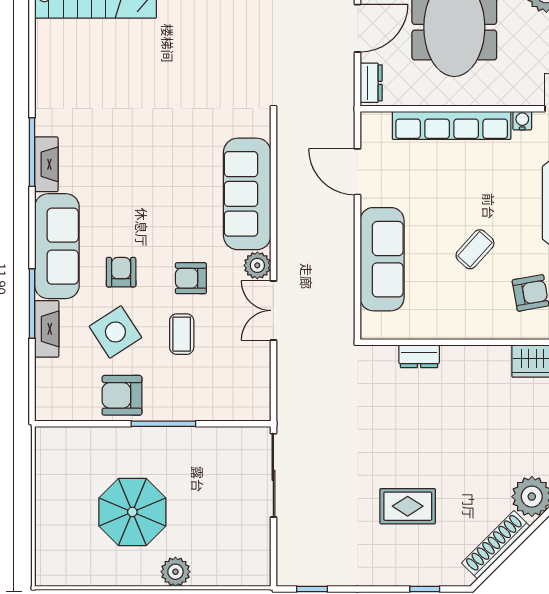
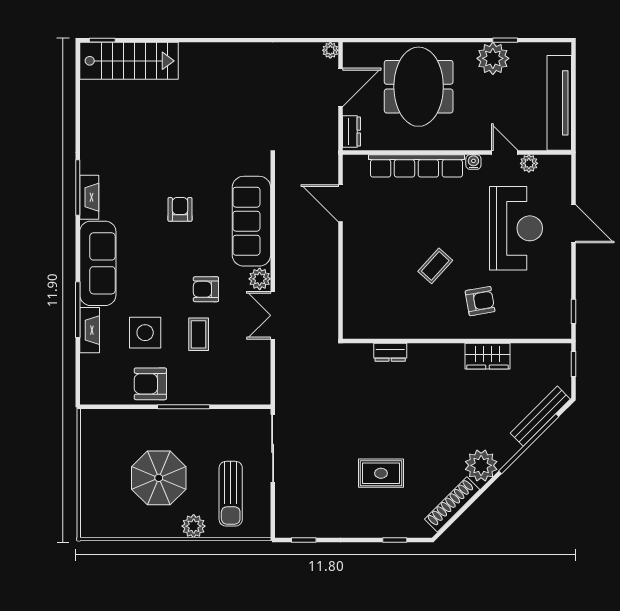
sofa: (382, 259) -> (360, 274), removed
armchair: (121, 272) -> (180, 209), moved
side table: (115, 332) -> (145, 333), turned 33
sun lounger: (221, 532) -> (231, 494), added

